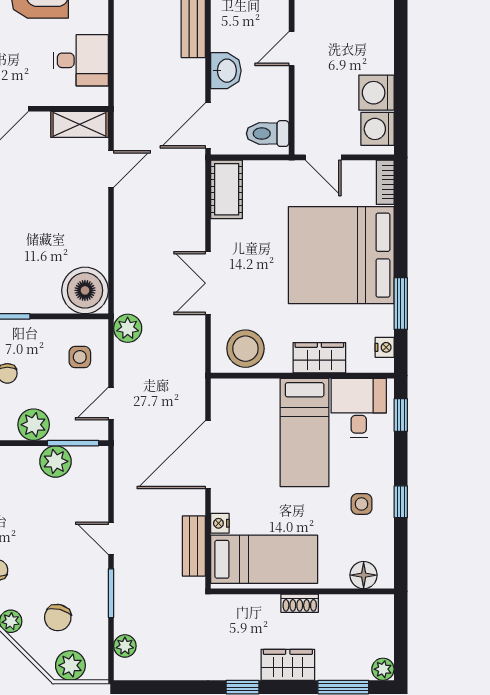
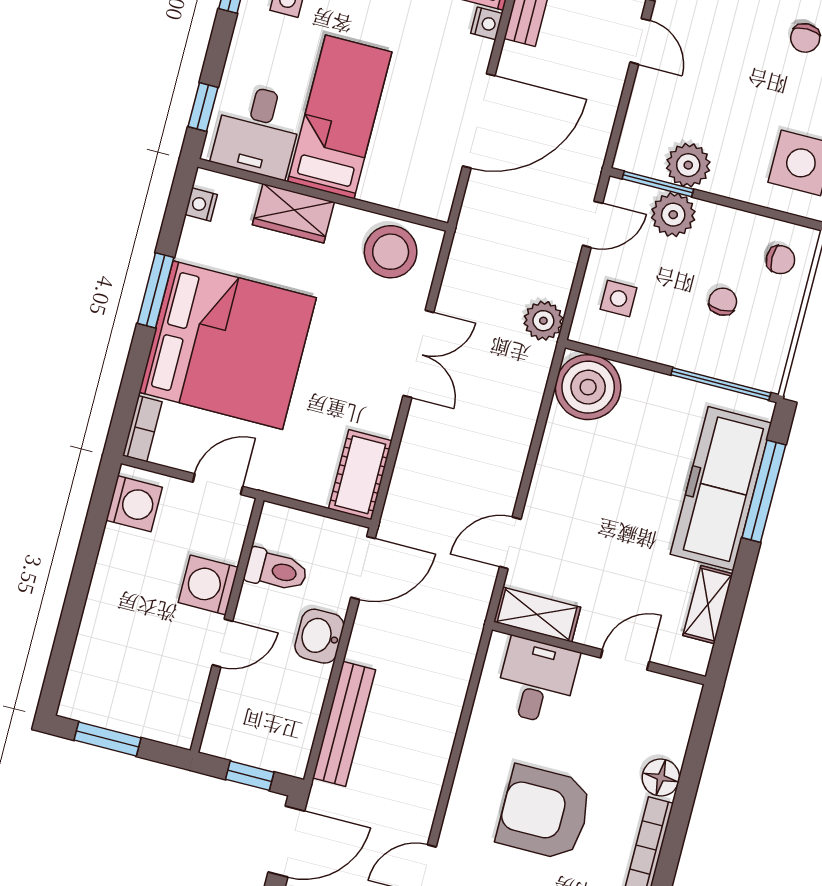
desk: (81, 60) -> (537, 681), moved, turned 90
washing machine: (376, 93) -> (208, 585), moved, turned 180
toilet: (268, 134) -> (276, 570), moved
door: (323, 157) -> (218, 484), hinge flipped
window: (401, 304) -> (156, 290), moved
plant: (34, 425) -> (673, 215), moved

